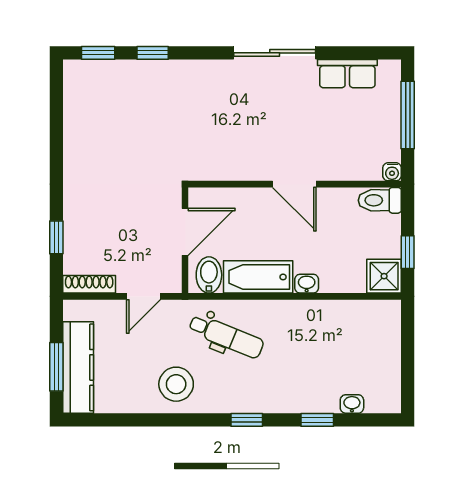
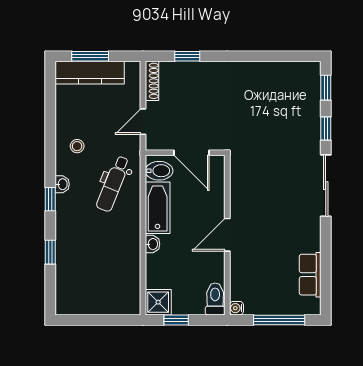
sliding door: (275, 53) -> (326, 186), moved
door: (143, 296) -> (143, 122), hinge flipped
stool: (176, 384) -> (77, 146), width x0.53, depth x0.53
washbasin: (352, 404) -> (62, 184), moved

